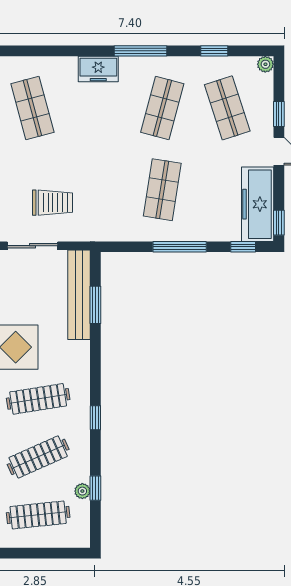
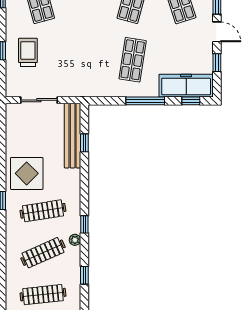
trolley: (53, 203) -> (28, 52), moved, turned -90
freezer: (258, 204) -> (186, 86), moved, turned 90
window: (279, 223) -> (217, 63), moved
window: (95, 305) -> (84, 143), width x0.67
plant: (82, 491) -> (75, 240), moved

